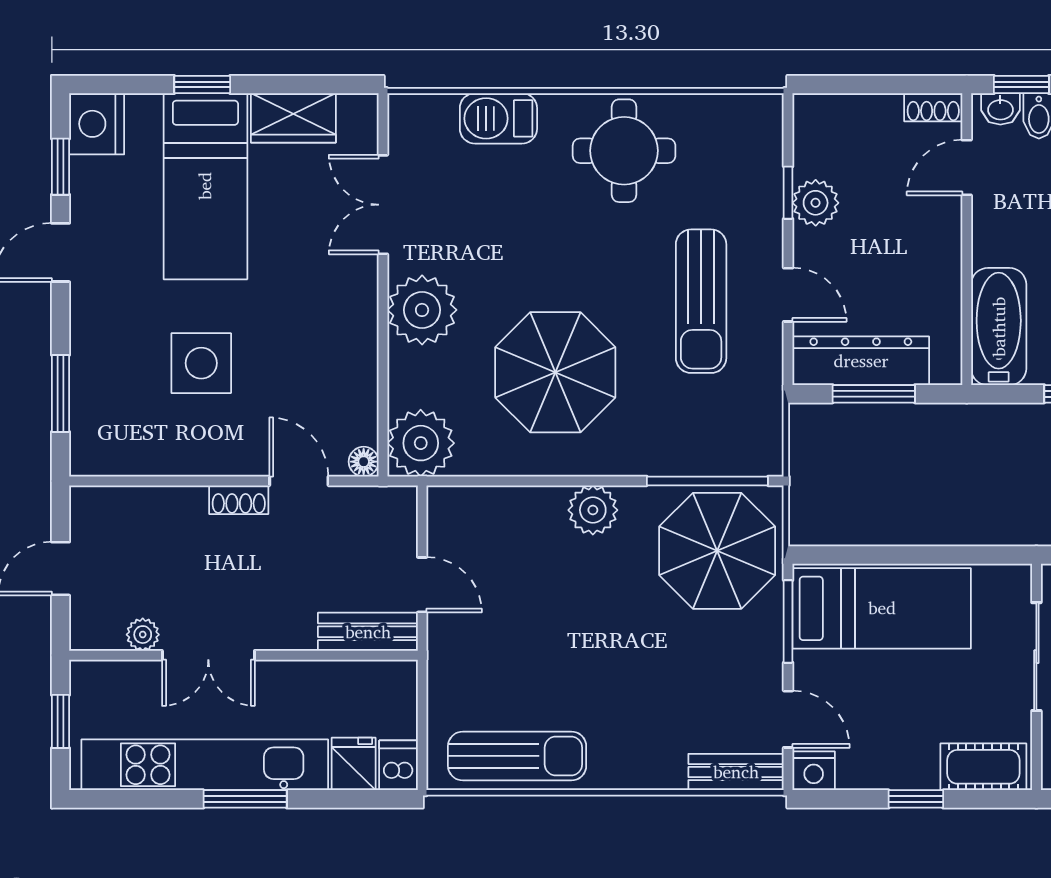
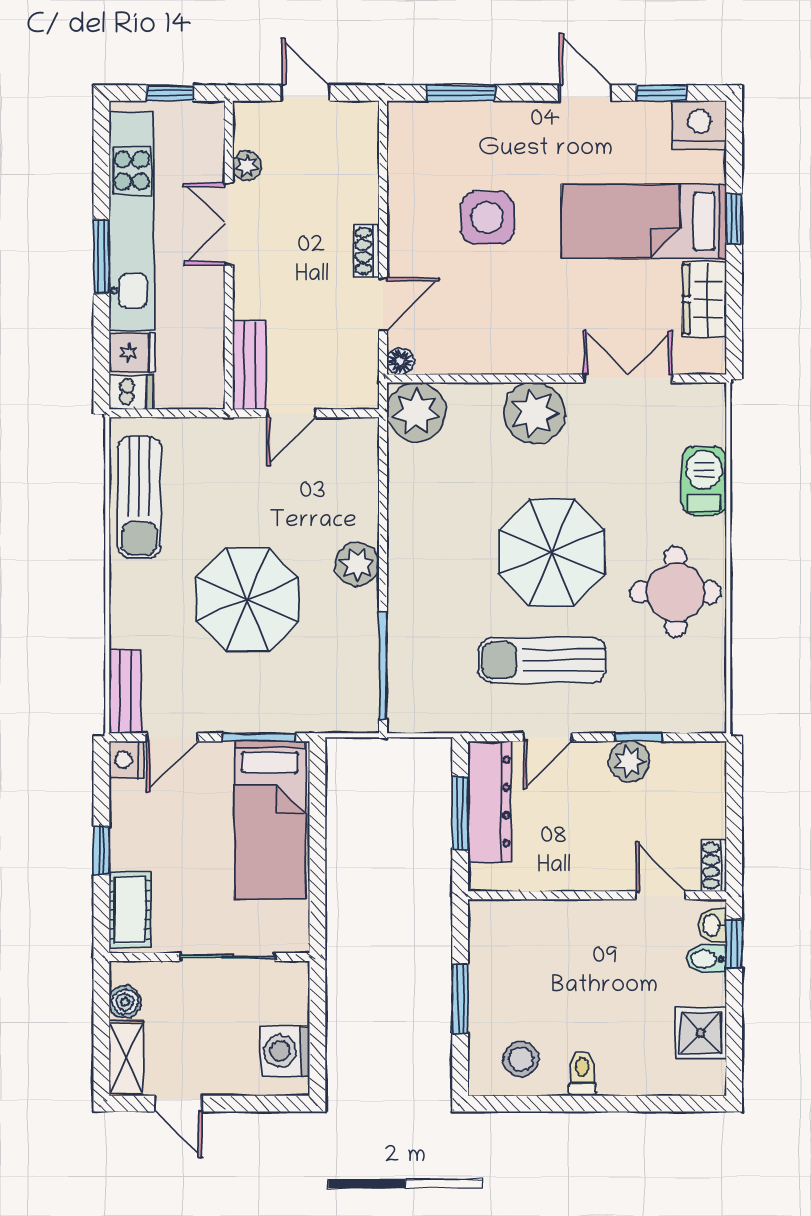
bathtub: (999, 327) -> (520, 924), removed
parasol: (555, 372) -> (552, 552), moved
parasol: (717, 551) -> (247, 600), moved

